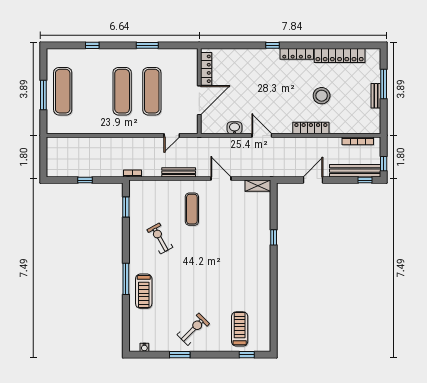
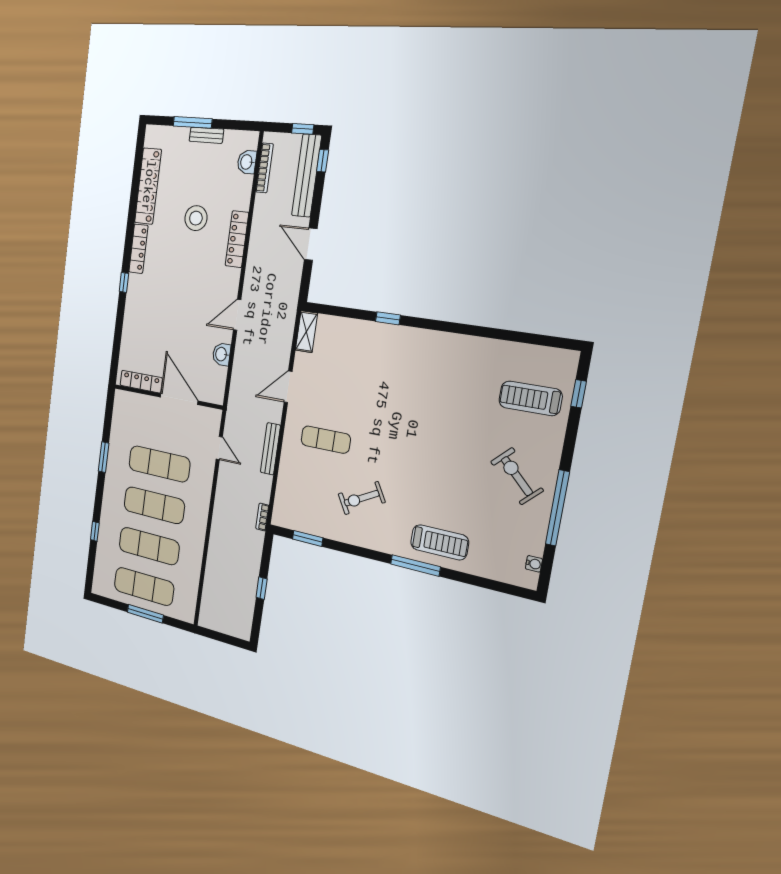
exercise mat: (92, 91) -> (149, 546), added
washbasin: (361, 128) -> (247, 162), added
window: (180, 355) -> (557, 508), width x2.11

